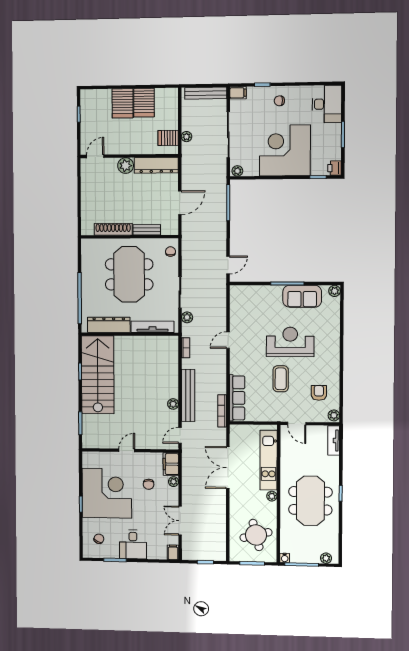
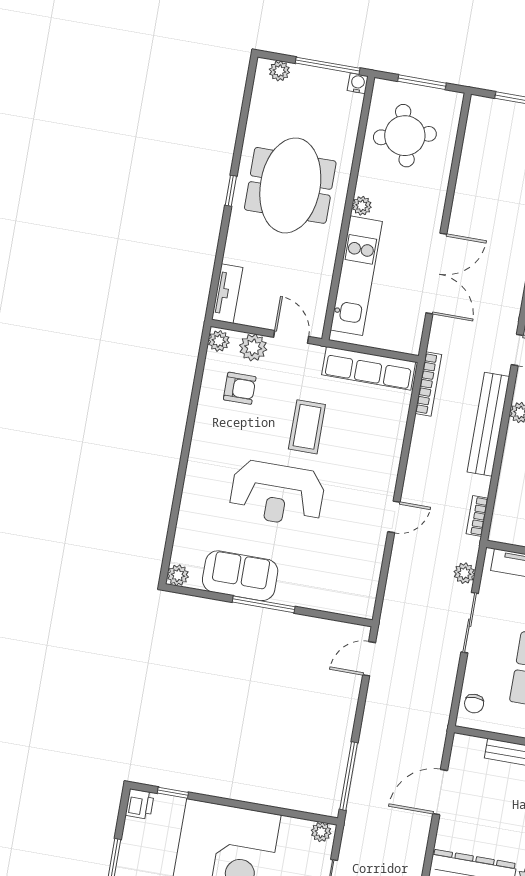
armchair: (319, 393) -> (240, 388), turned -90
row of seats: (237, 398) -> (369, 368), moved, turned -90
plant: (315, 415) -> (253, 347), added

